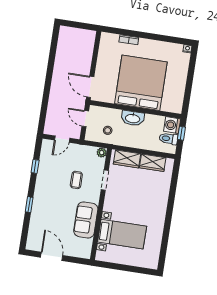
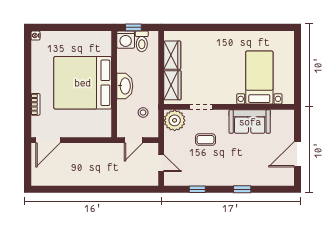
door: (90, 87) -> (48, 140), moved
plant: (102, 153) -> (175, 120), width x1.87, depth x1.87

